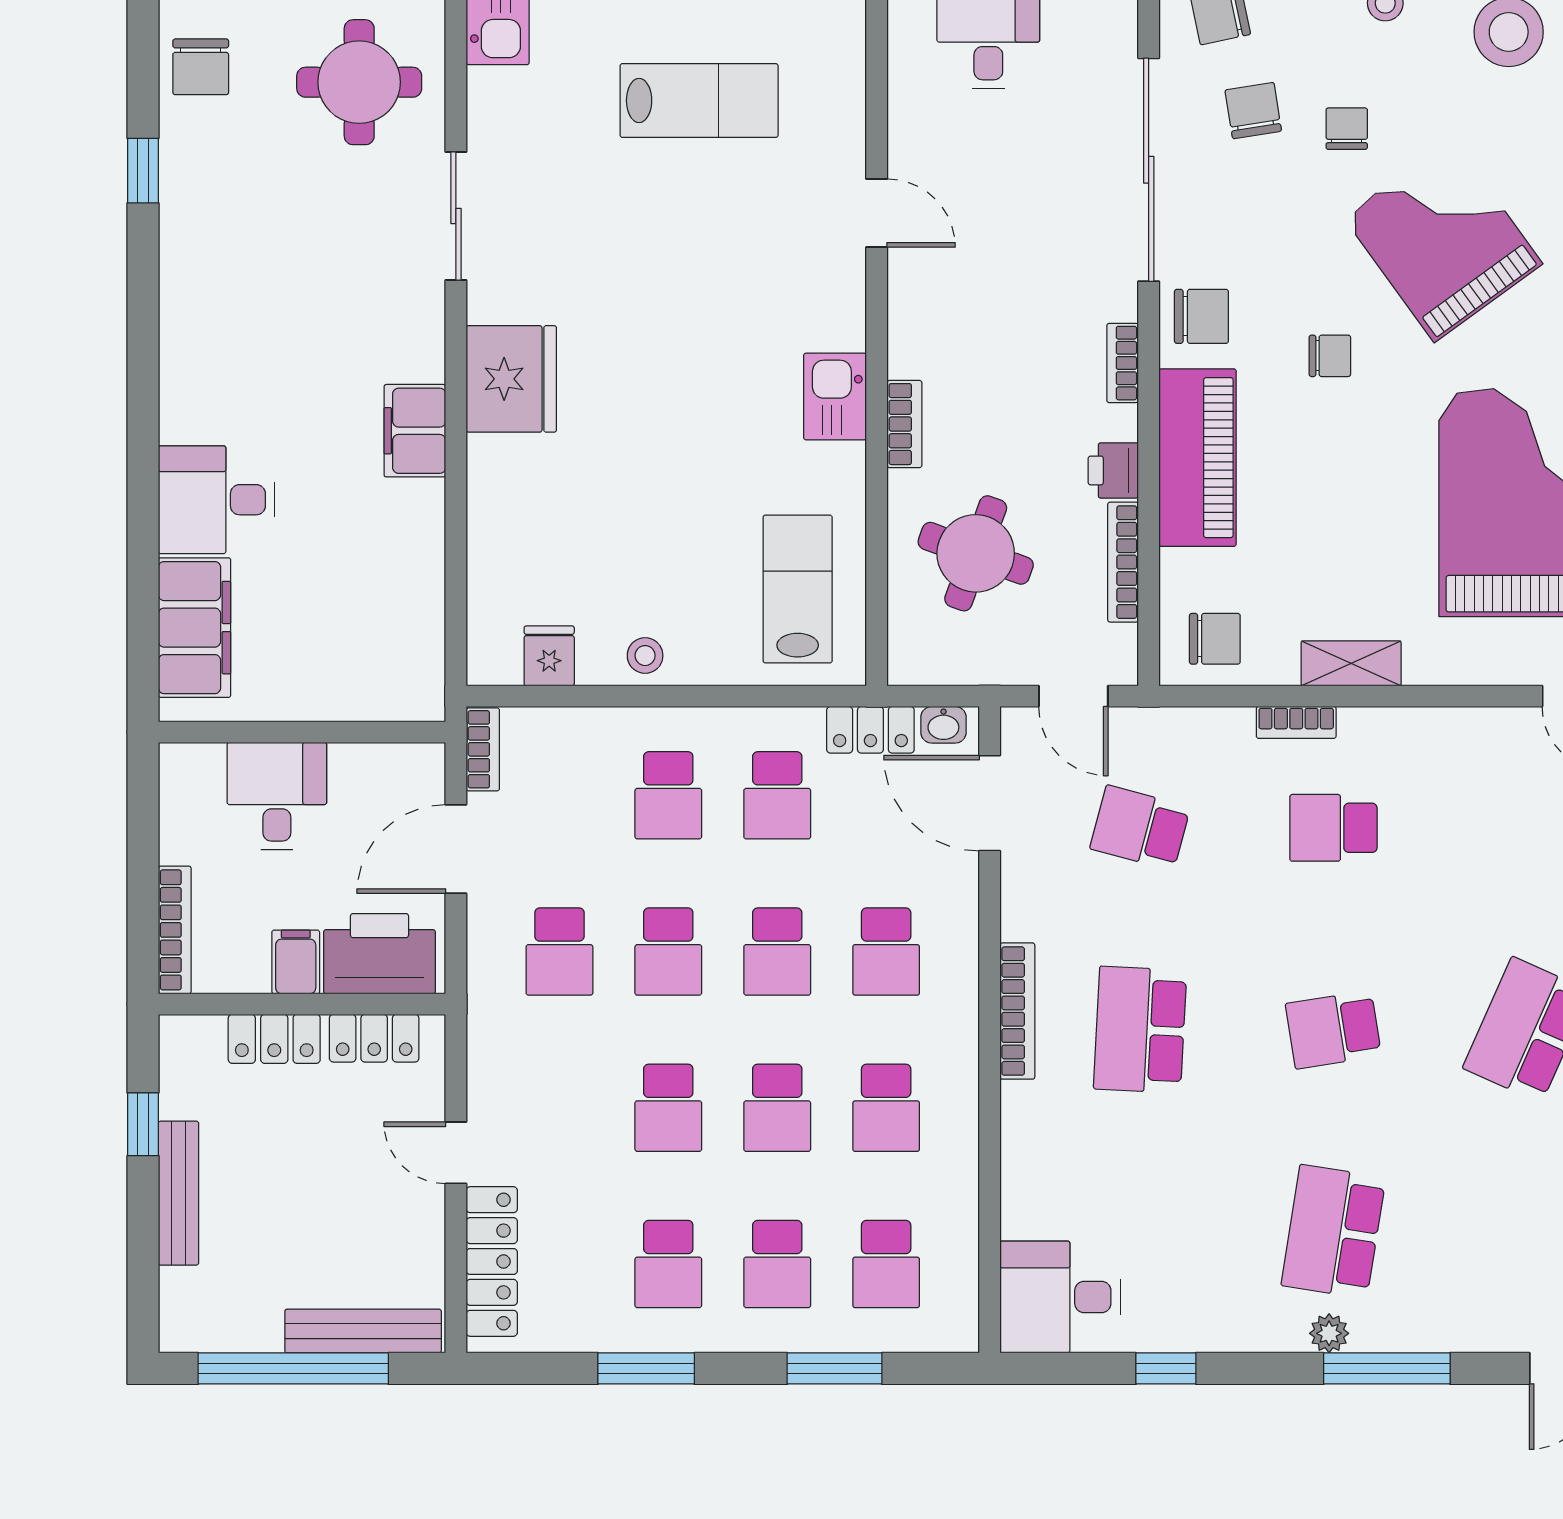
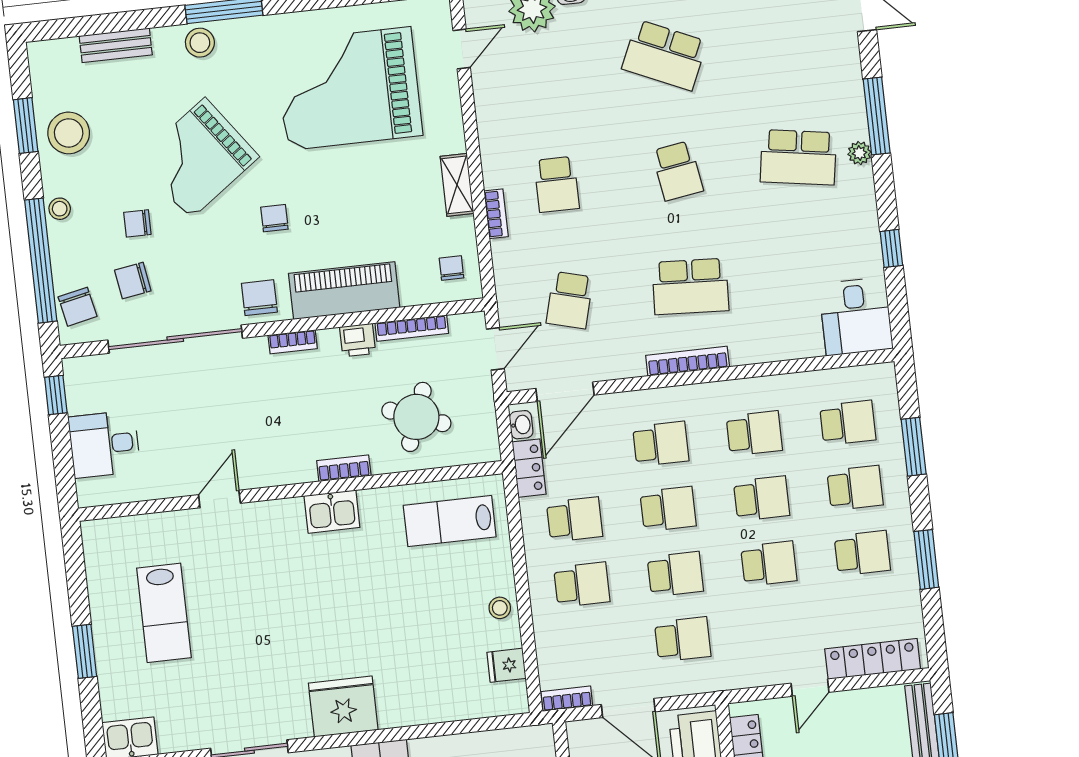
lab bench: (699, 100) -> (164, 613), turned 180
chair: (1215, 639) -> (451, 268), width x0.73, depth x0.73

